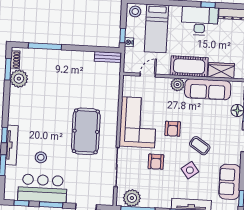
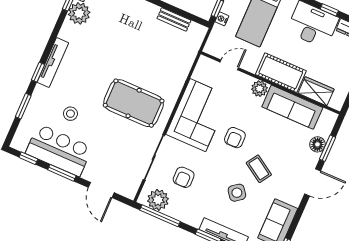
bench: (108, 57) -> (174, 19), moved
pool table: (86, 131) -> (134, 103), turned 90
tv unit: (12, 145) -> (53, 62), moved
armchair: (156, 162) -> (184, 177), moved

